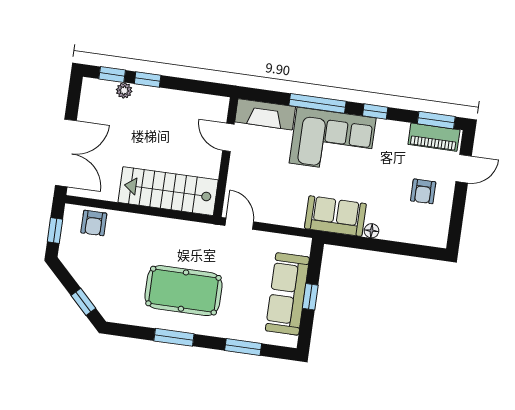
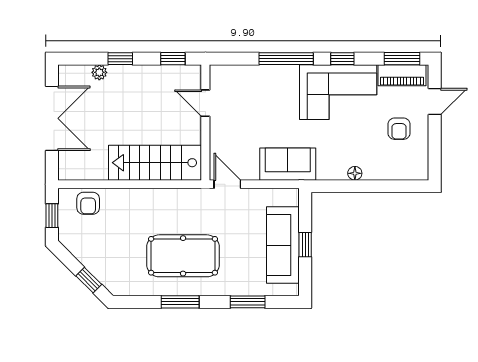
window: (112, 75) -> (173, 59), moved
fireplace: (265, 114) -> (237, 76), removed
corner sofa: (333, 140) -> (338, 92), moved
double door: (66, 153) -> (52, 118), moved
sofa: (335, 216) -> (288, 164), moved

